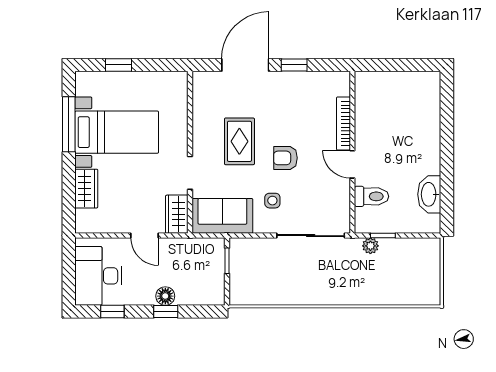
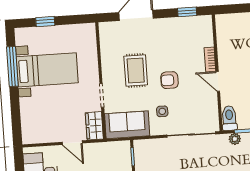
window: (294, 65) -> (187, 12), moved
bookcase: (343, 124) -> (210, 59), width x0.64
wardrobe: (86, 189) -> (28, 112), removed
toilet: (371, 196) -> (229, 118), moved, turned -90

